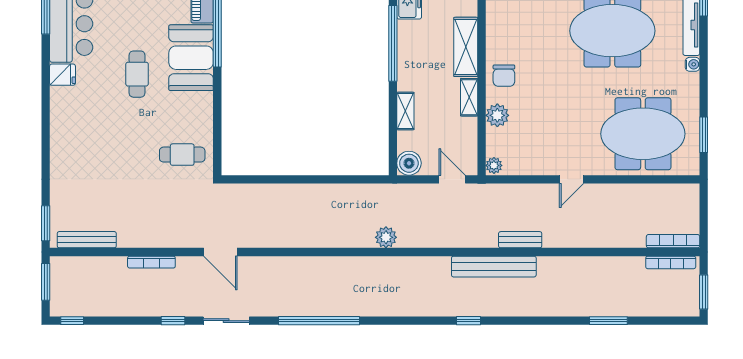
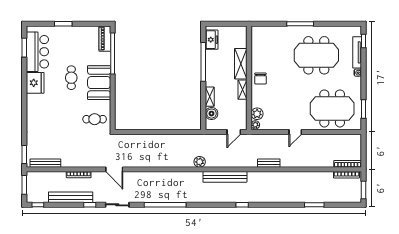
booth: (191, 58) -> (99, 83), moved
fridge: (63, 75) -> (35, 83), width x1.88, depth x1.34
plant: (497, 115) -> (257, 114), moved
boiler: (409, 163) -> (211, 114), moved
door: (452, 179) -> (234, 132), swing flipped
bench: (494, 267) -> (225, 177), moved
bench: (136, 306) -> (71, 197), added

